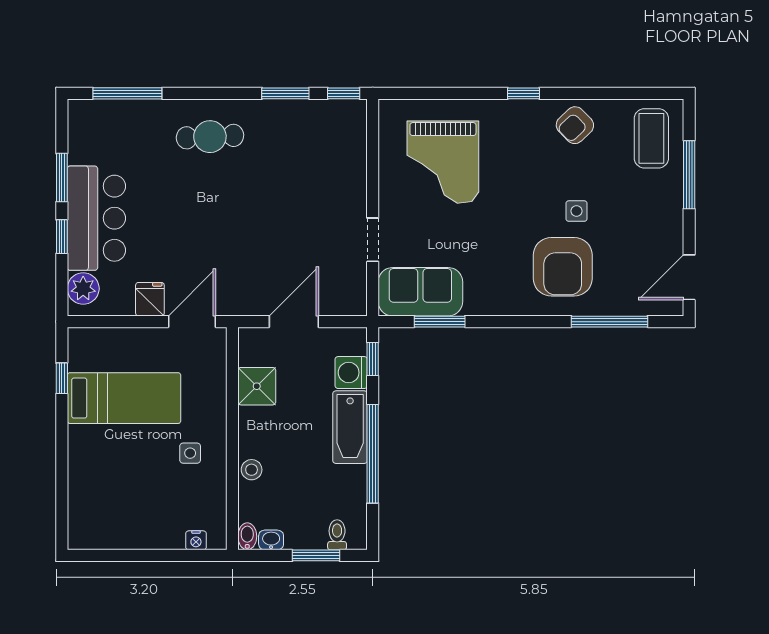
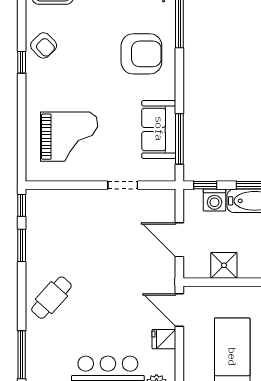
window: (523, 93) -> (22, 62), moved
cafe table: (210, 137) -> (51, 298), turned 45
side table: (577, 211) -> (103, 44), removed
sofa: (420, 292) -> (159, 129), moved
window: (440, 322) -> (179, 139), width x1.44

